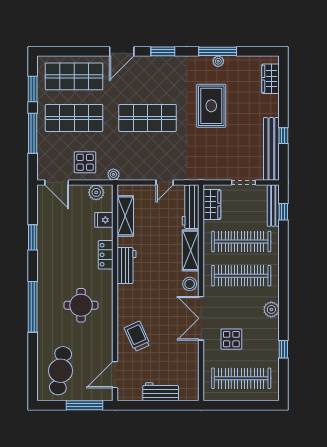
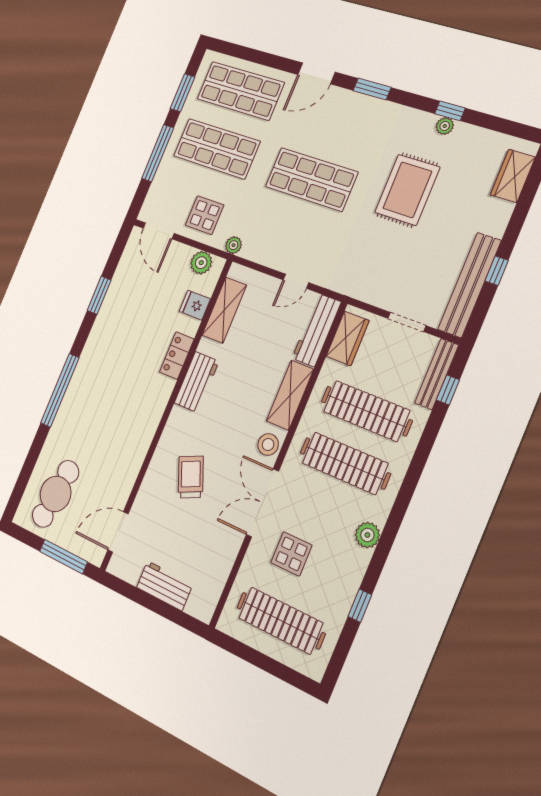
window: (218, 51) -> (450, 111), width x0.46
round table: (81, 305) -> (117, 414), removed
trolley: (137, 336) -> (191, 477), moved

